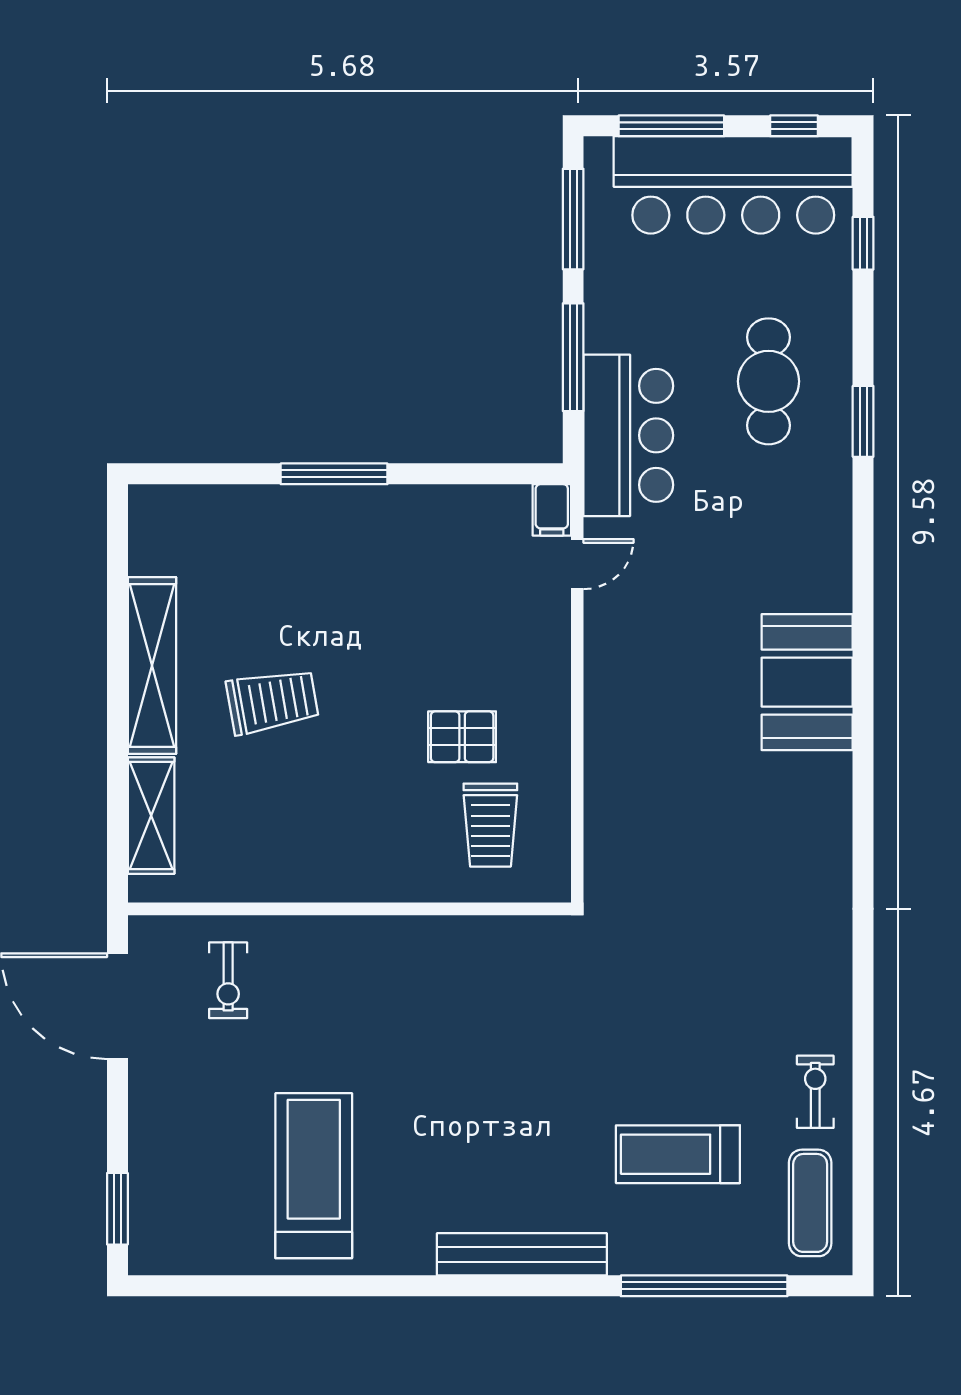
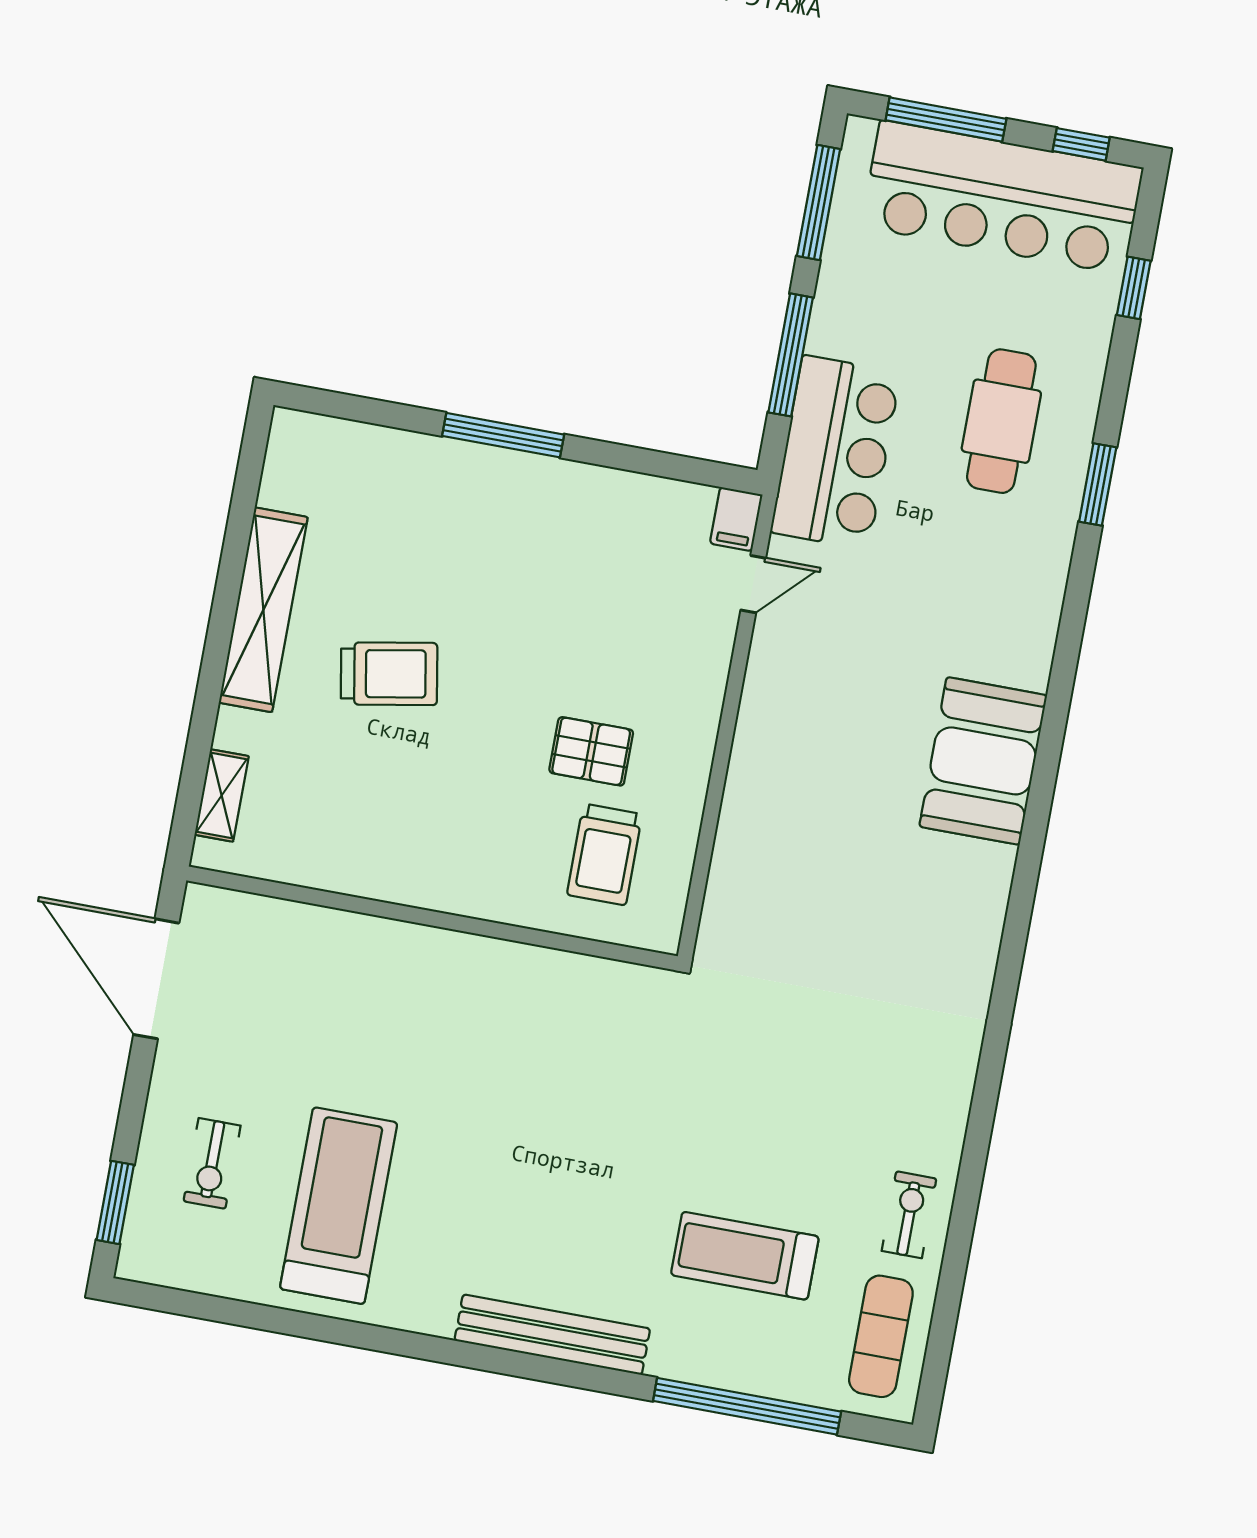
shelving: (151, 816) -> (222, 795), width x0.67, depth x0.75
exercise bike: (228, 980) -> (212, 1163), moved

